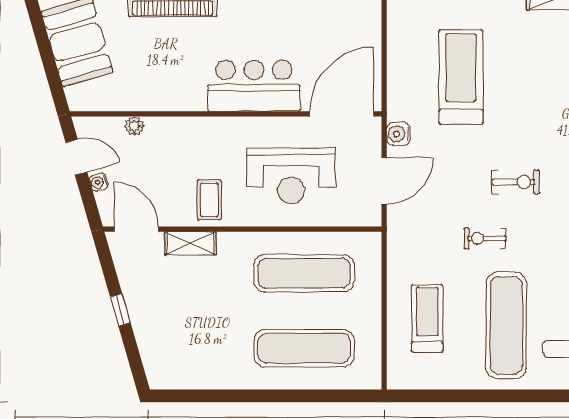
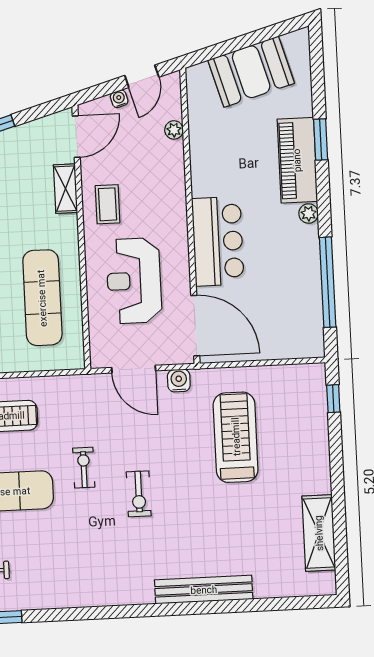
treadmill: (461, 77) -> (236, 437), turned -90
coffee table: (209, 200) -> (108, 204), turned 90

